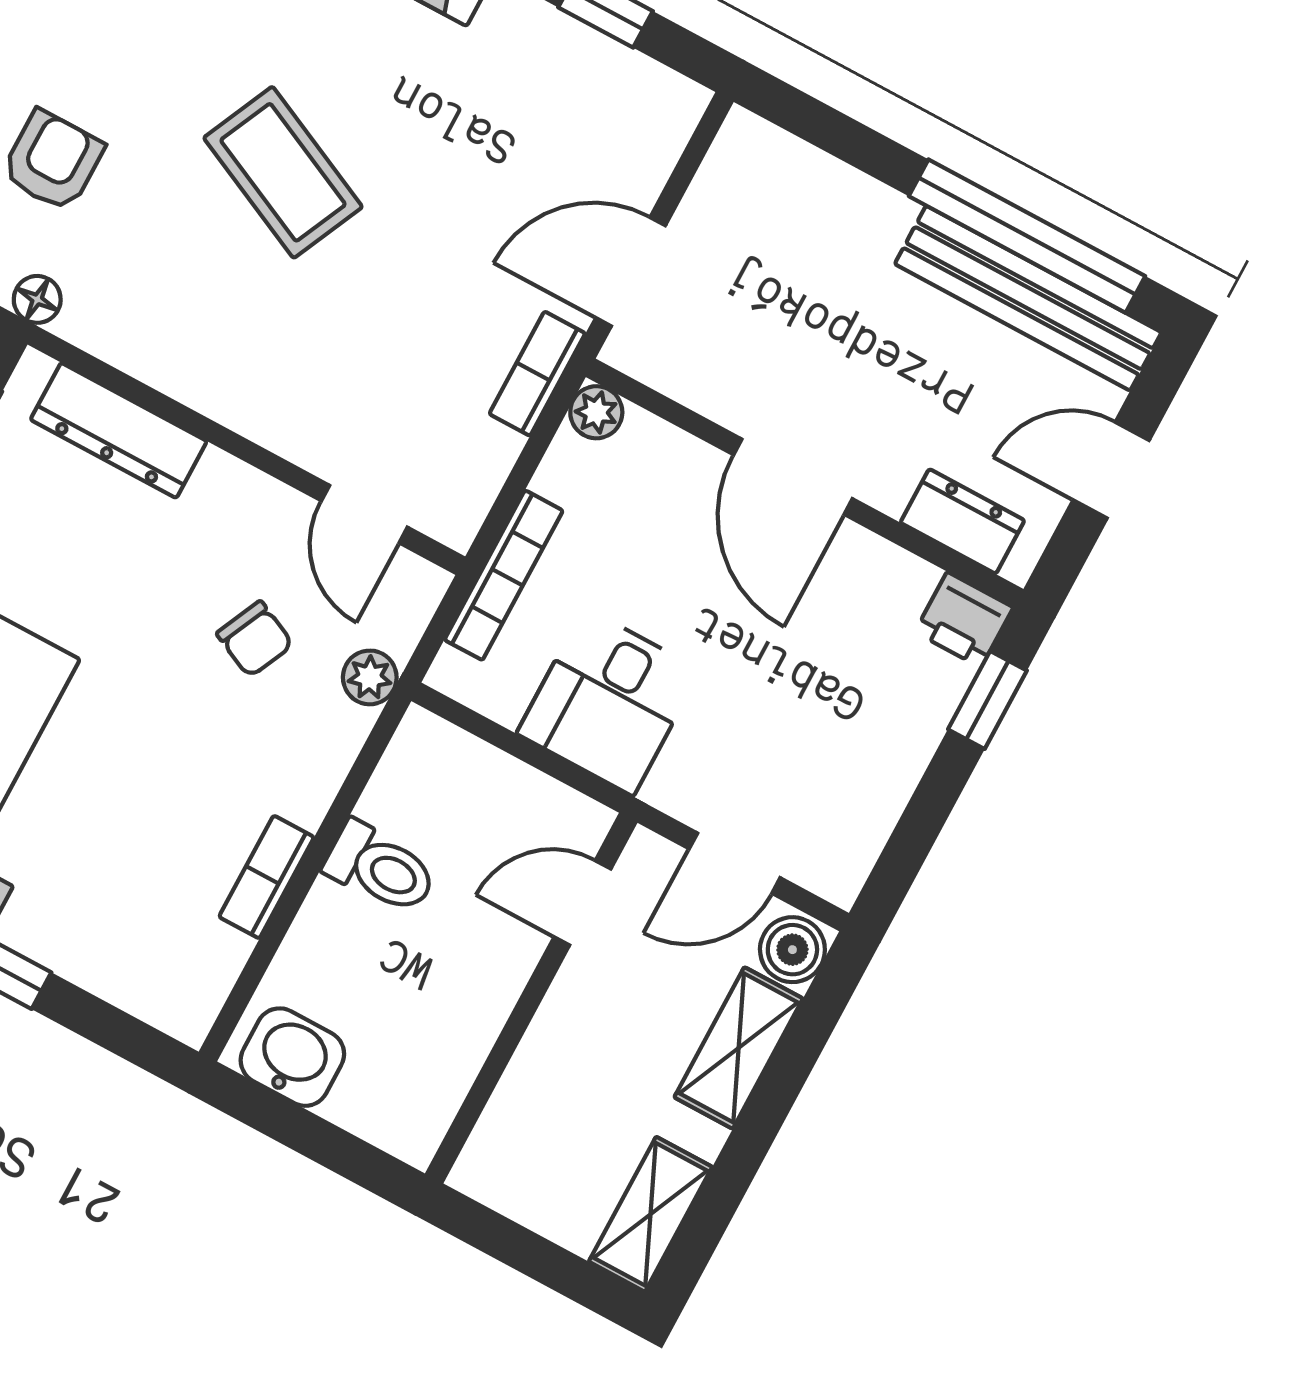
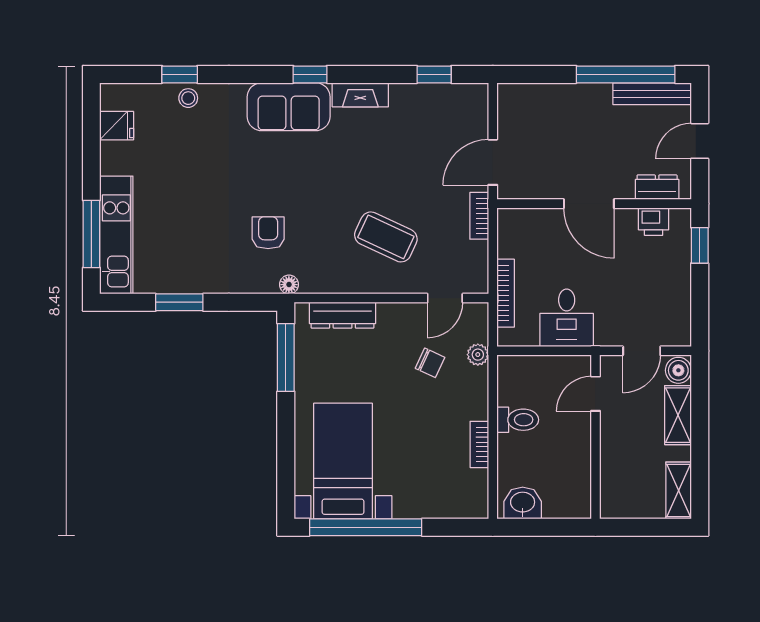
coffee table: (283, 172) -> (386, 237), moved
bench: (1028, 298) -> (652, 94), width x0.73, depth x0.82
plant: (596, 412) -> (507, 218), removed
door: (364, 514) -> (445, 298), hinge flipped
printer: (964, 620) -> (654, 222), moved

